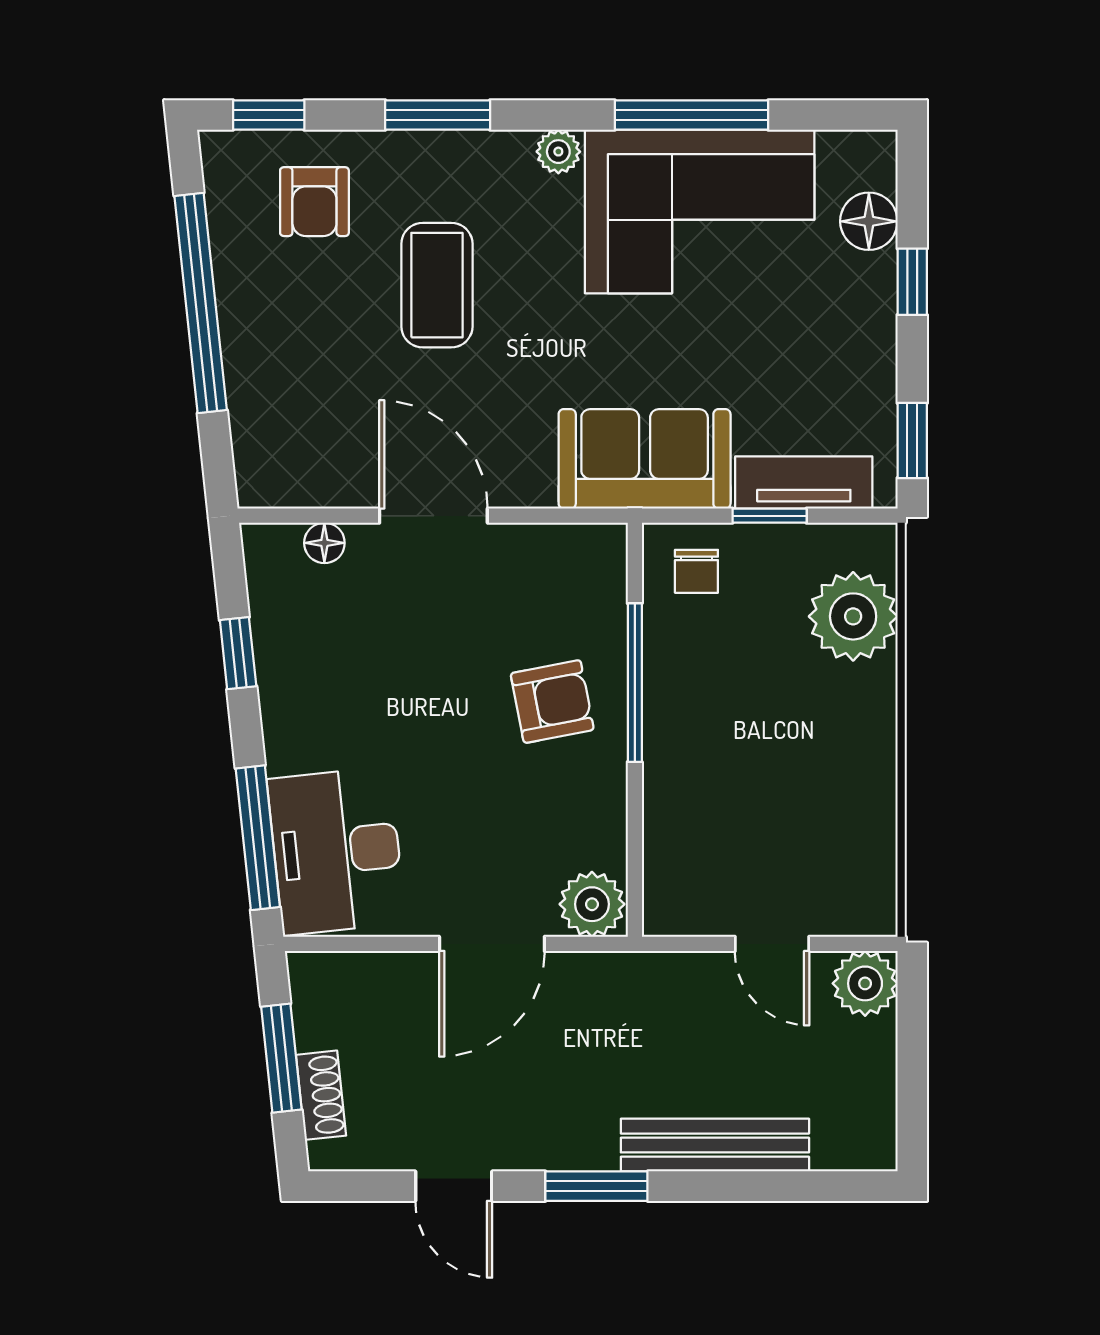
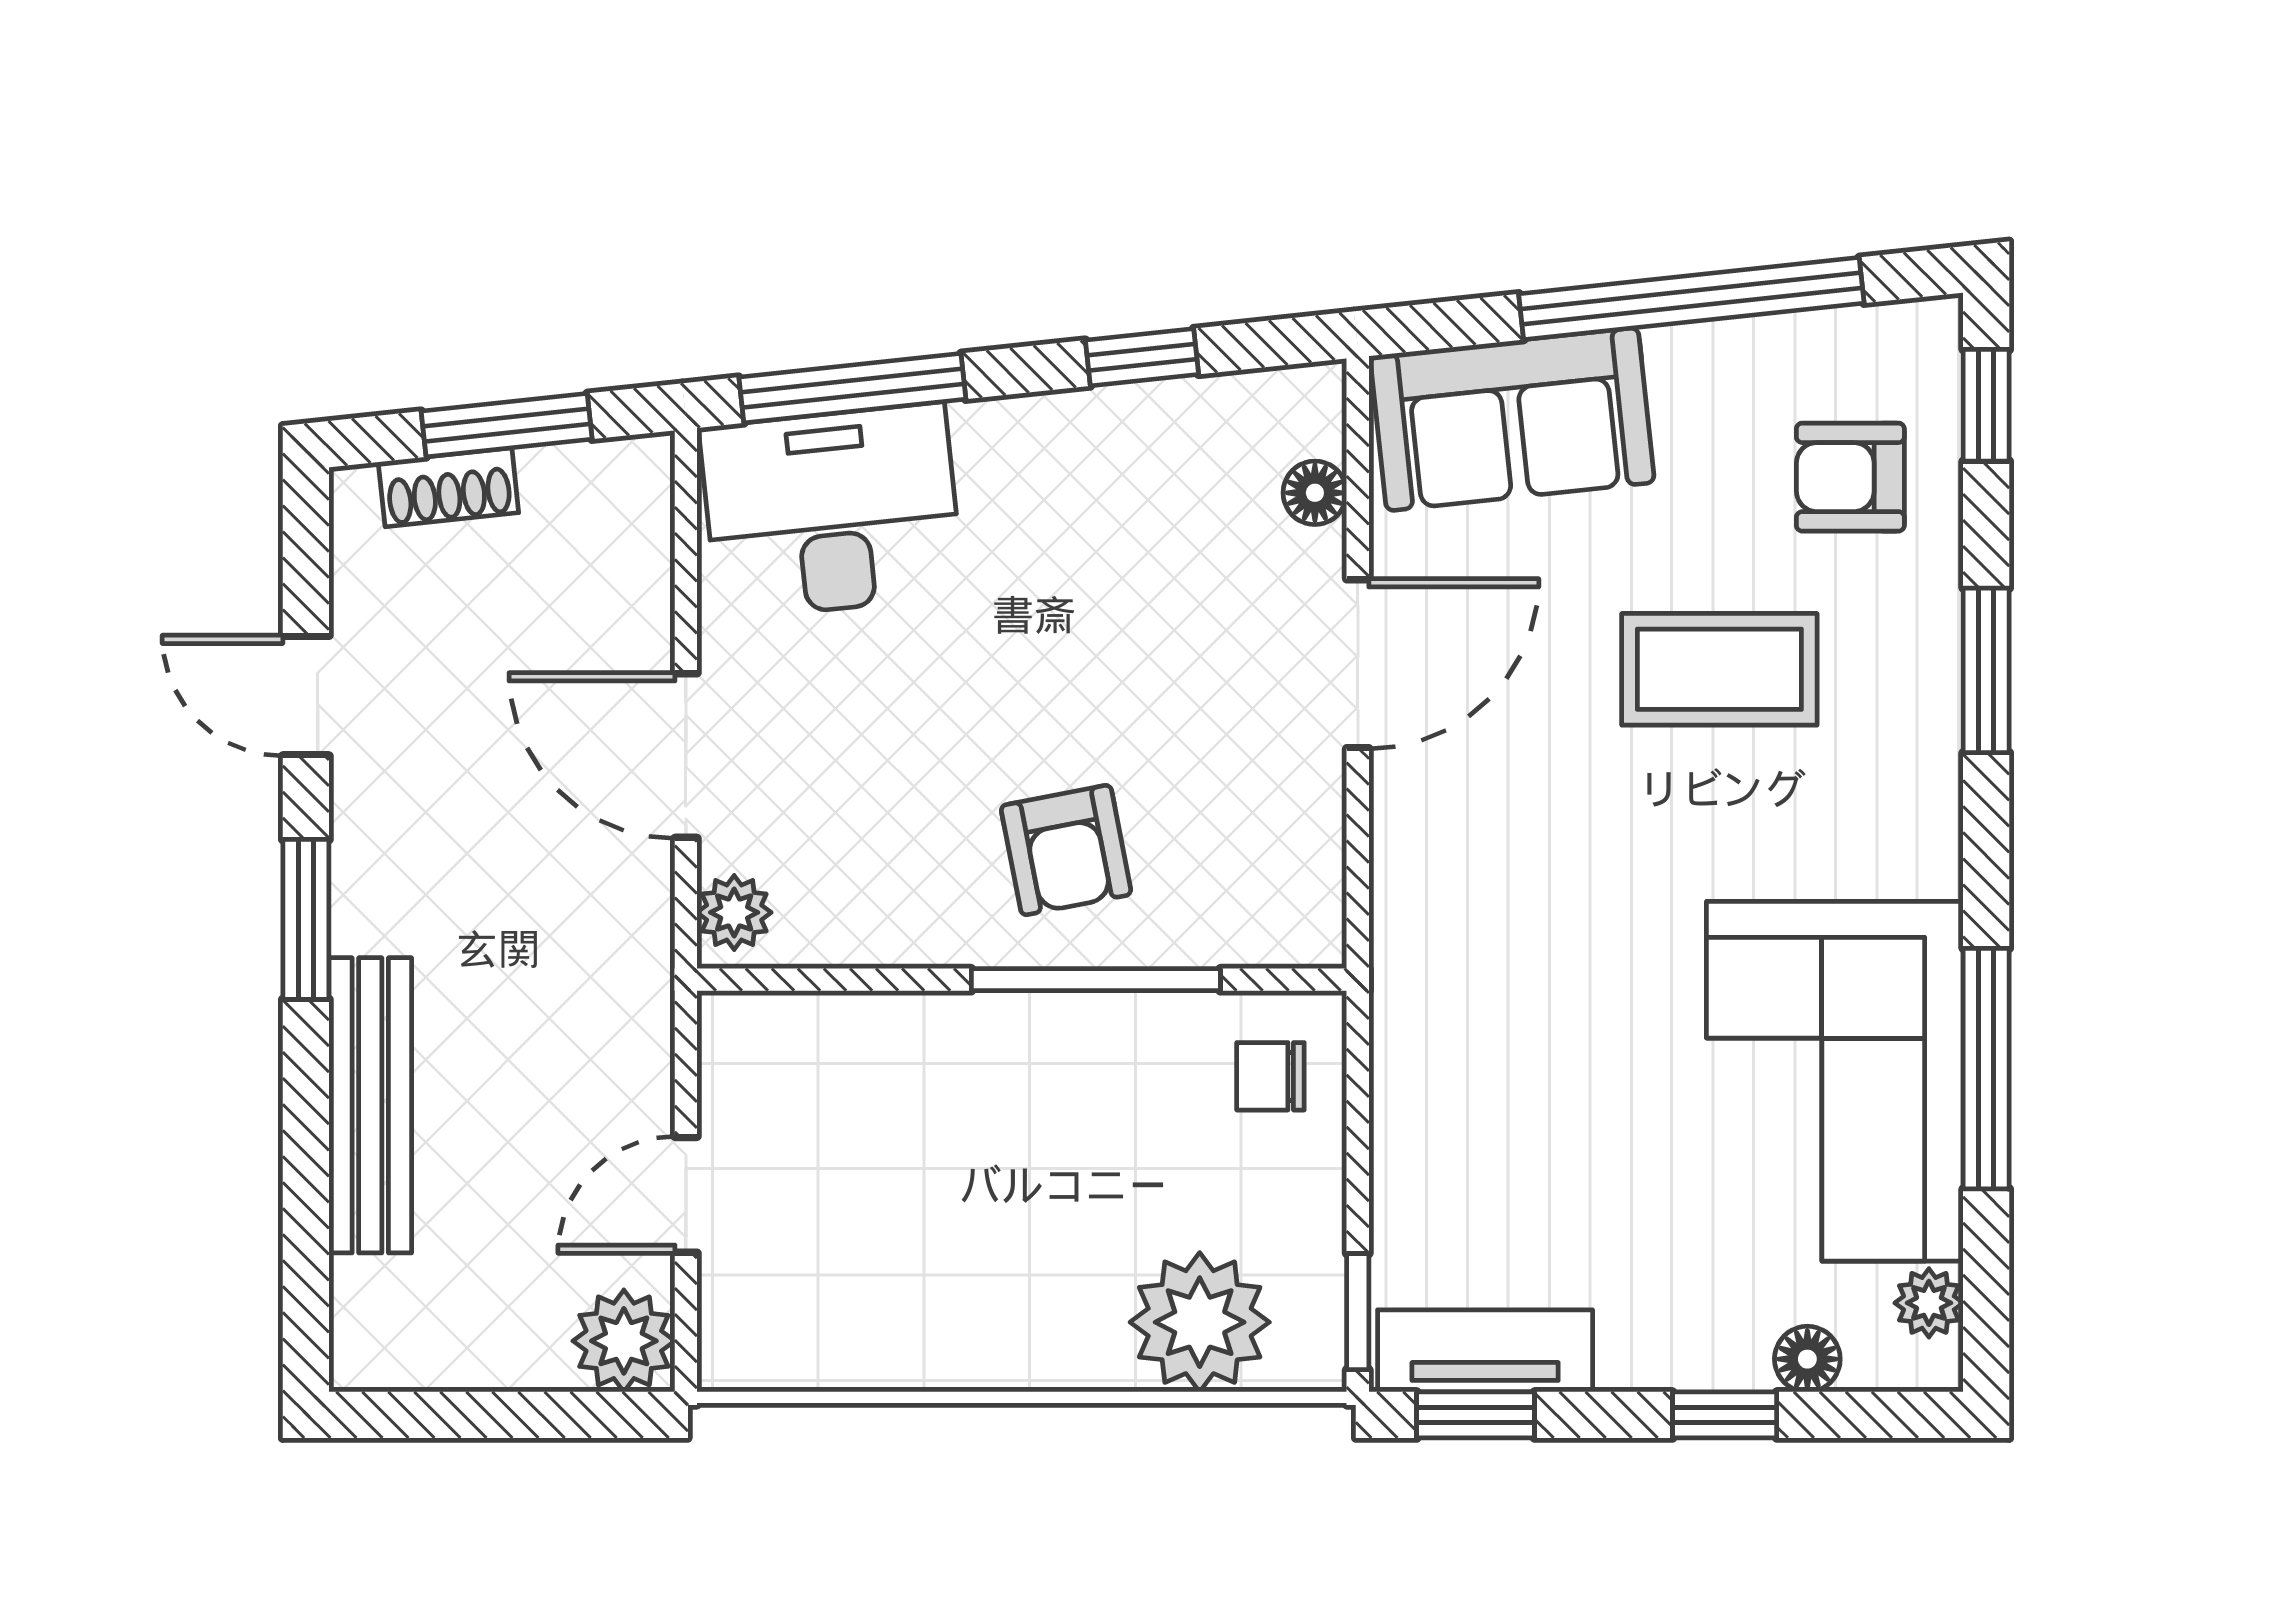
plant: (558, 152) -> (1929, 1303), moved
floor lamp: (869, 221) -> (1807, 1359), width x0.73, depth x0.73
sofa: (645, 459) -> (1512, 419), moved, turned 84
tv unit: (804, 482) -> (1485, 1351), moved, turned -90
window: (770, 516) -> (1358, 1312), moved
plant: (592, 904) -> (734, 912), width x0.73, depth x0.73
door: (454, 1186) -> (306, 696), hinge flipped

